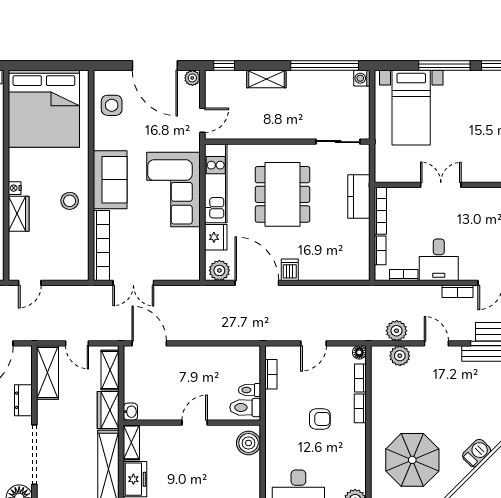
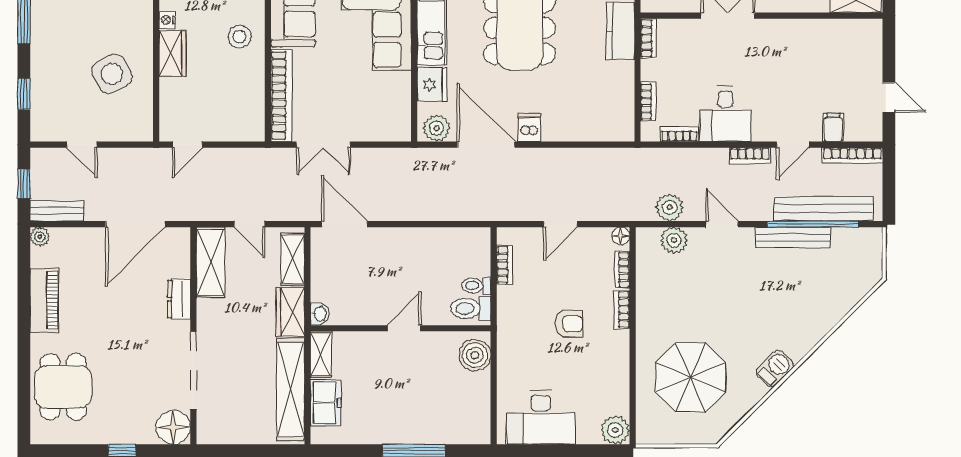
bookcase: (380, 211) -> (648, 38), width x0.64

